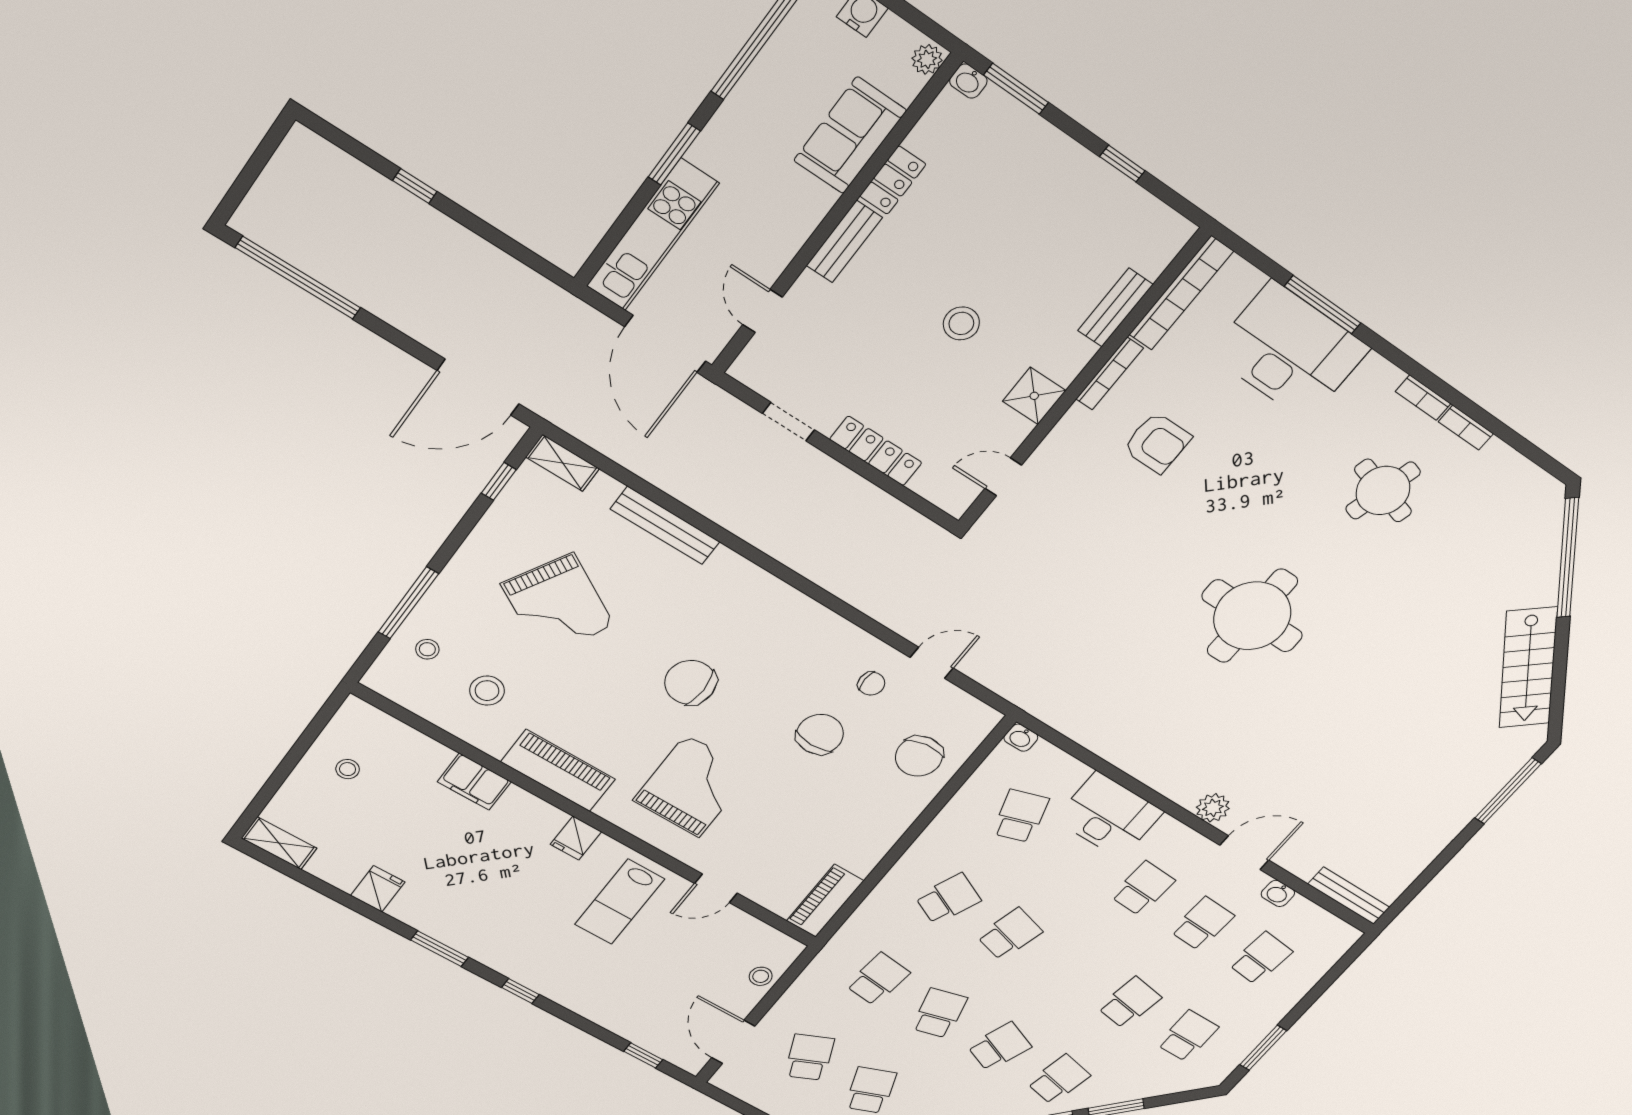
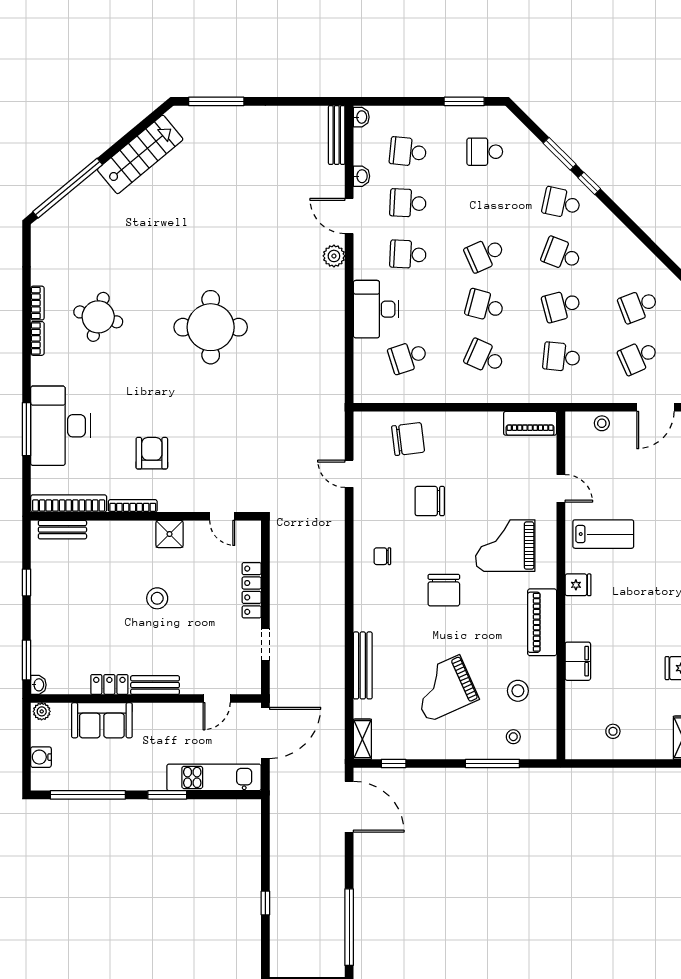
bench: (1115, 308) -> (62, 530), moved
grand piano: (558, 605) -> (444, 688), turned -144
chair: (871, 684) -> (382, 556), moved, turned -90
washbasin: (1021, 738) -> (361, 117), moved
school desk: (1129, 1003) -> (485, 254), moved, turned -33

